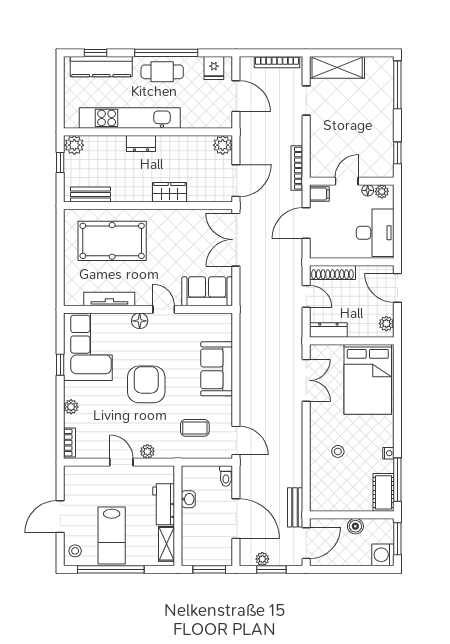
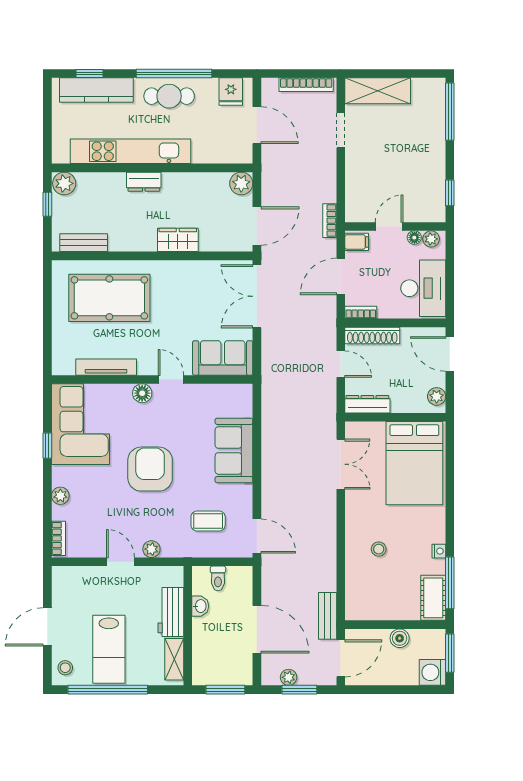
bookcase: (297, 168) -> (330, 221), width x0.64
bookcase: (323, 253) -> (361, 312), added
toilet: (226, 476) -> (218, 578), moved

